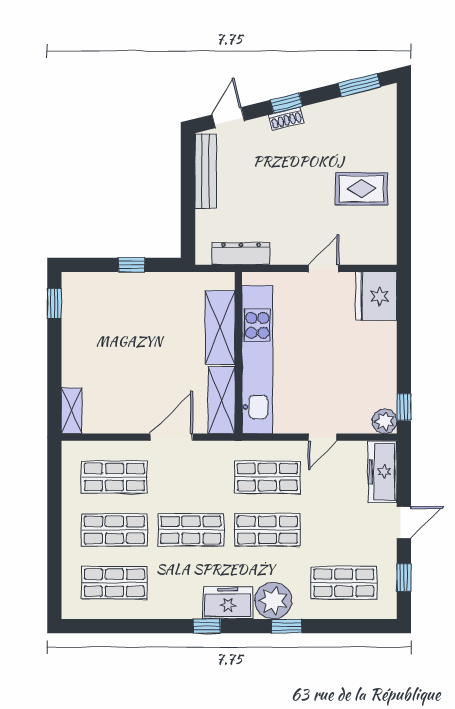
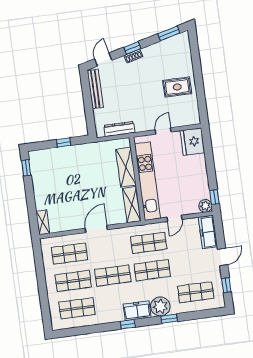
shelving: (220, 328) -> (126, 167), moved
wall: (238, 353) -> (137, 179), moved
kitchen unit: (257, 360) -> (147, 181), moved
shelving: (222, 400) -> (132, 205), moved

